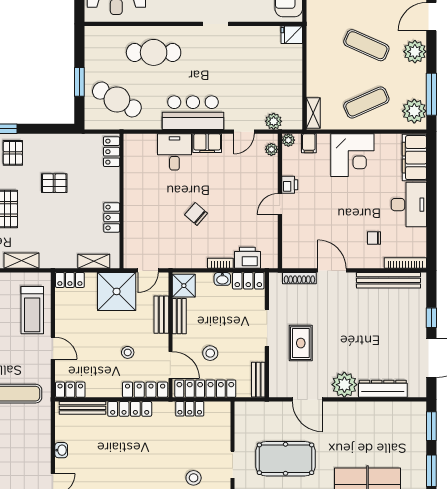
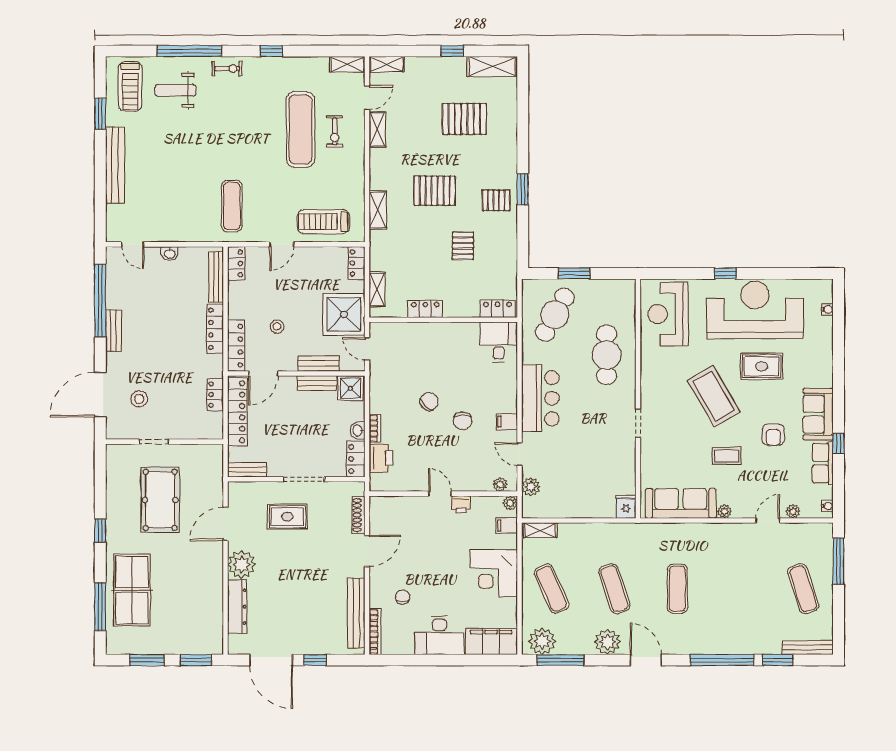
exercise mat: (366, 45) -> (614, 589), turned -42
filing cabinet: (207, 143) -> (507, 422), width x0.50
desk: (174, 152) -> (499, 342), moved, turned -90
chair: (214, 183) -> (463, 421), added
stool: (210, 353) -> (276, 417), removed

